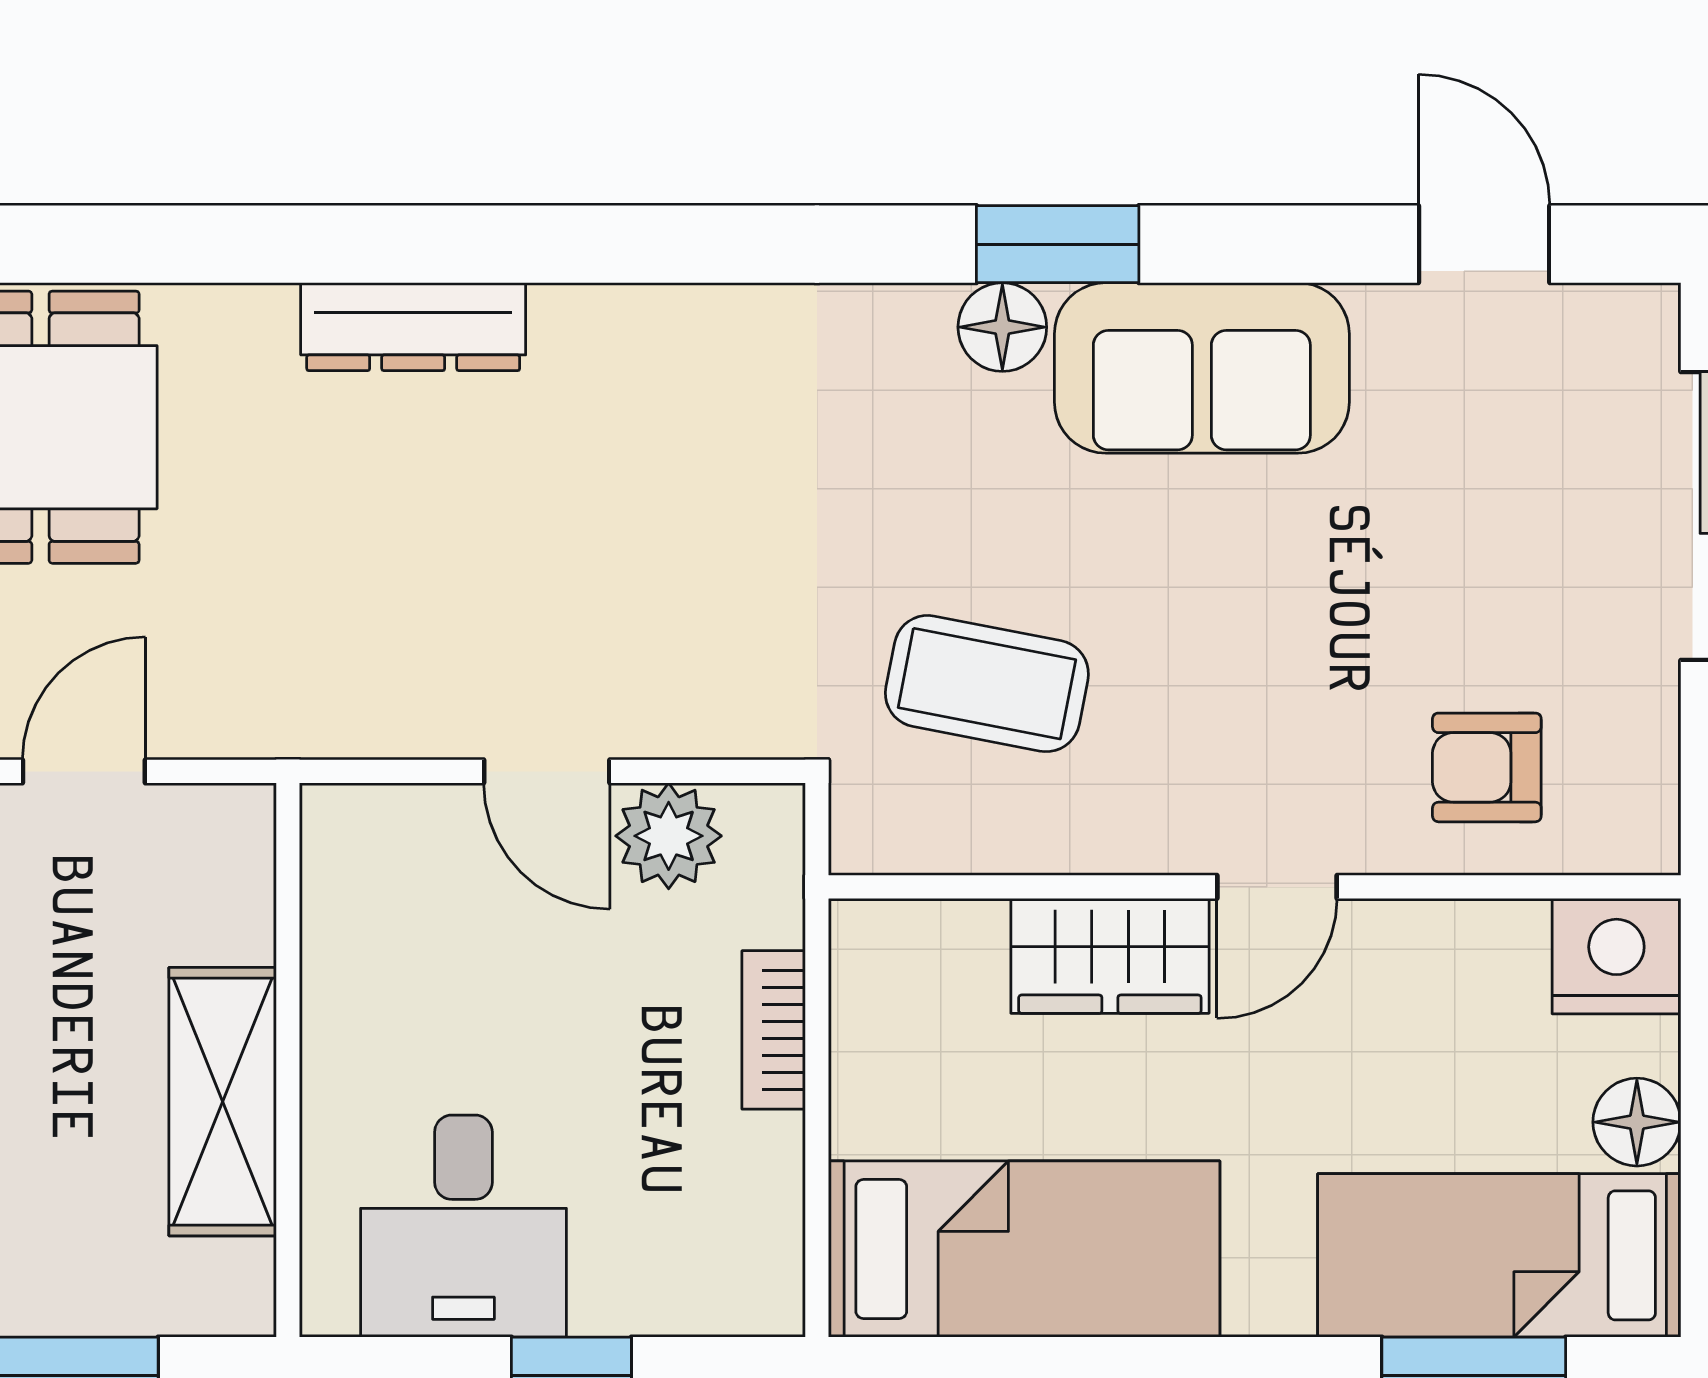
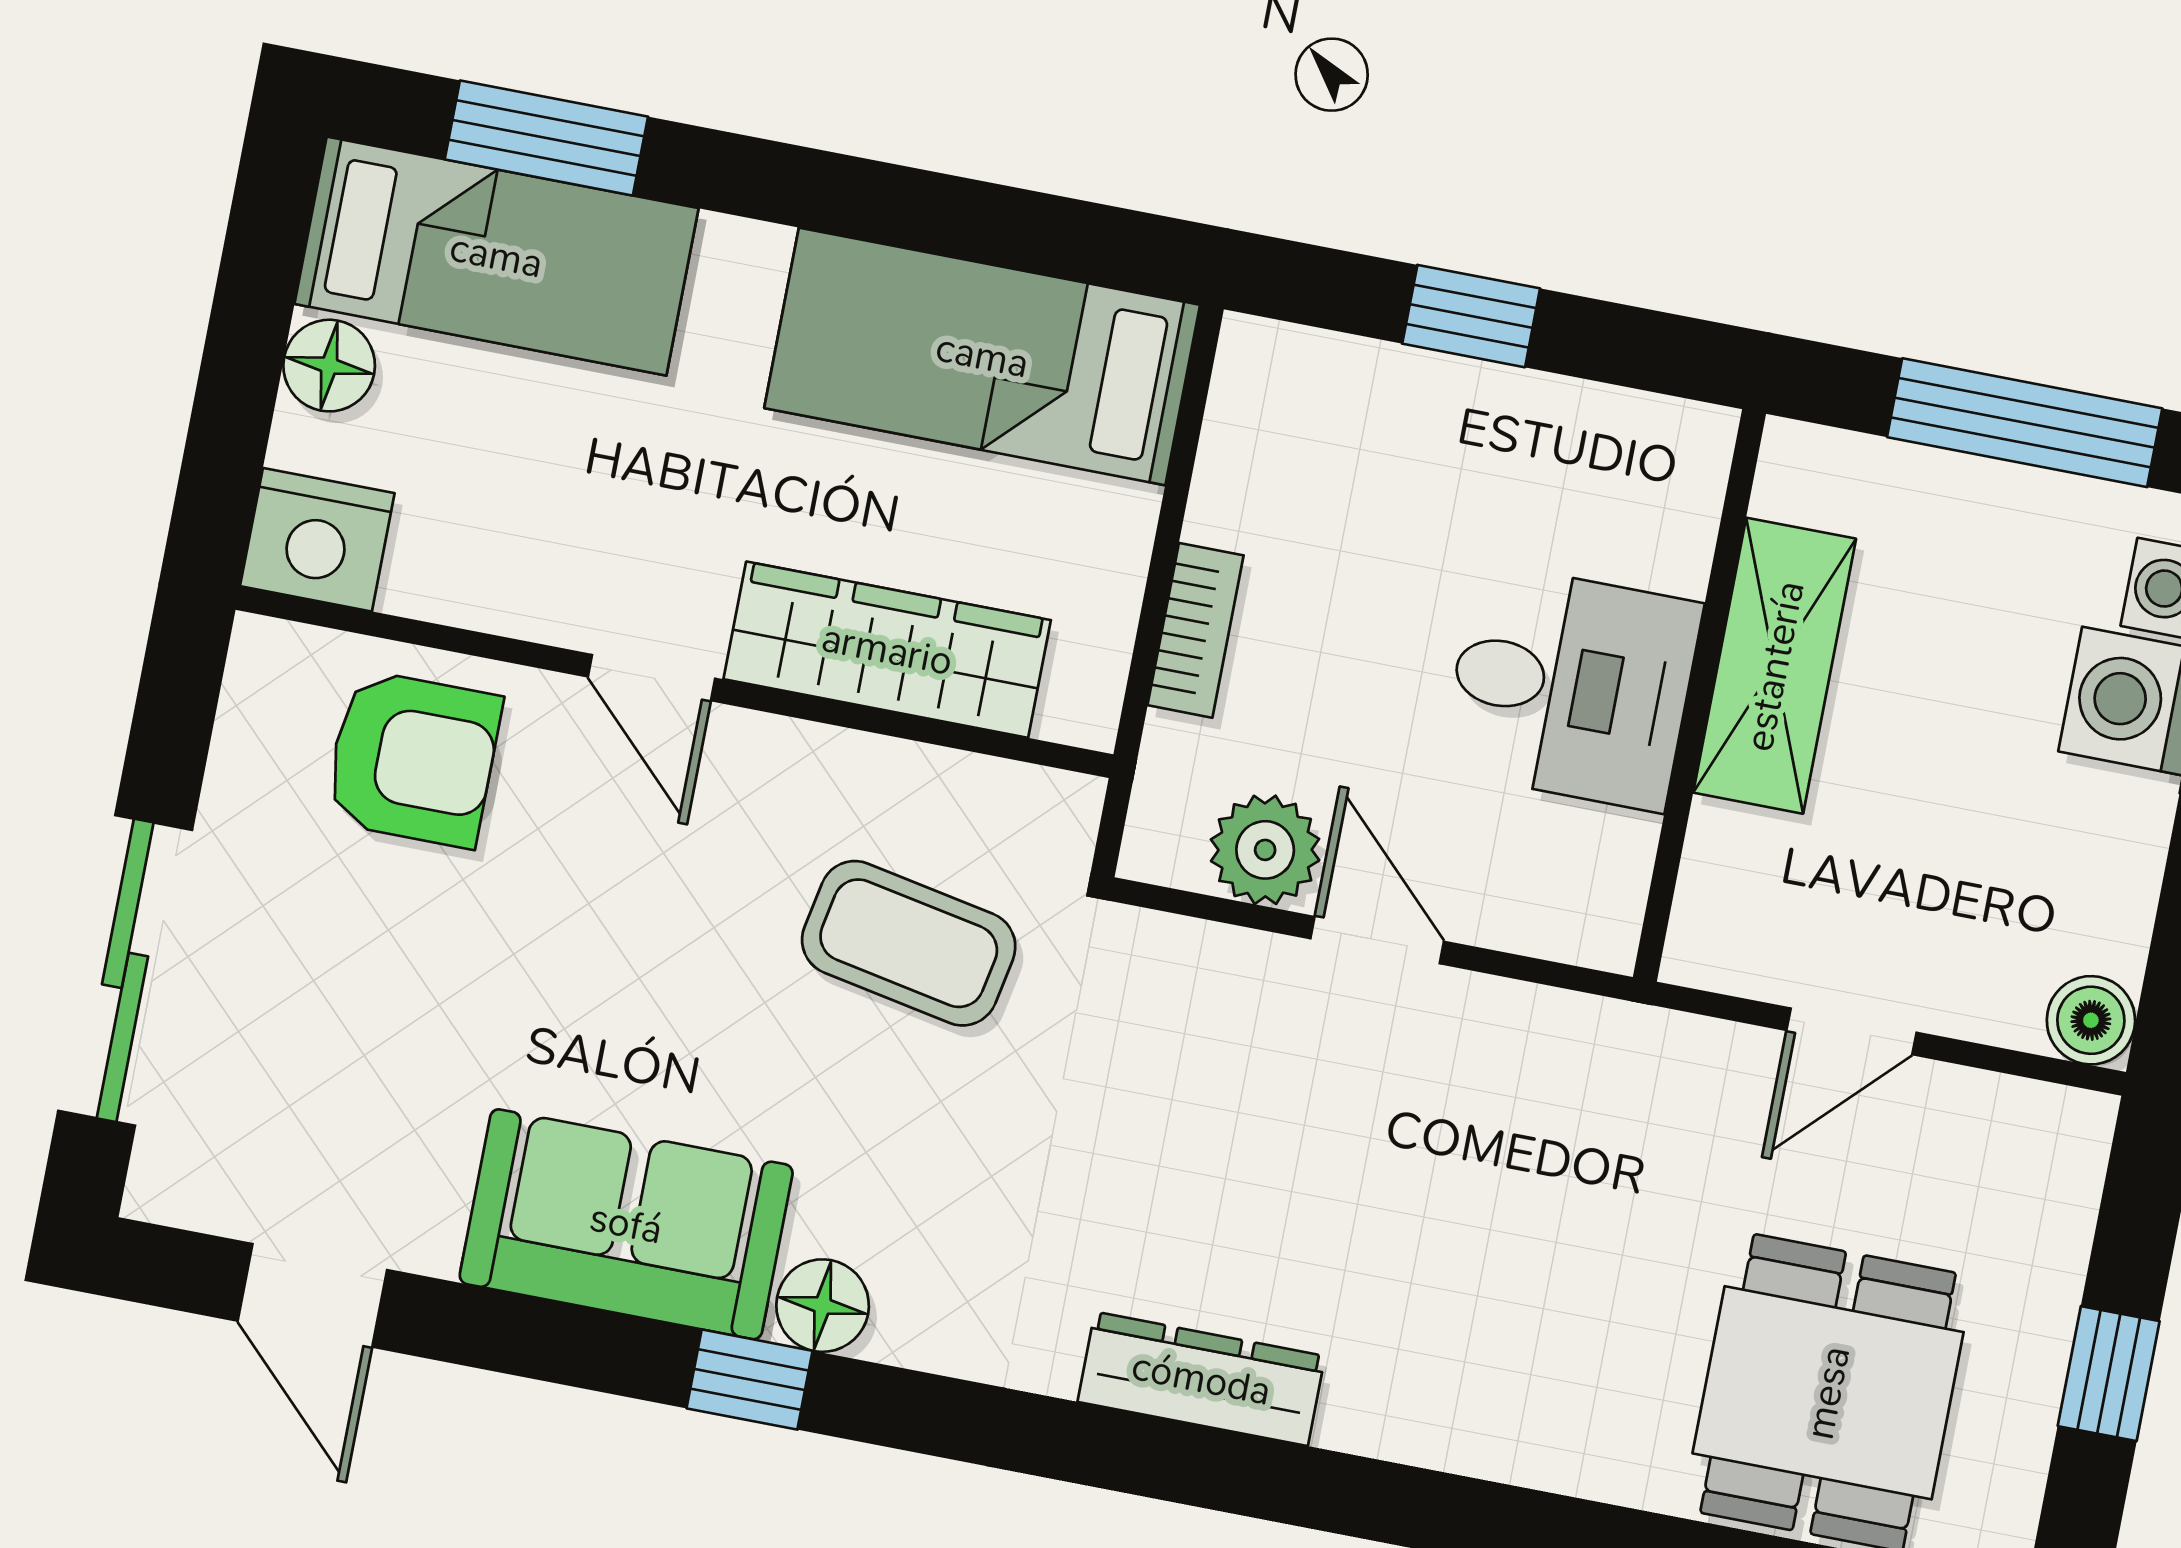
window: (1058, 244) -> (750, 1380), width x0.67
dresser: (413, 327) -> (1201, 1379), moved
armchair: (1487, 767) -> (413, 759), width x1.38, depth x1.38
door: (1277, 887) -> (651, 678), swing flipped
wardrobe: (1110, 956) -> (887, 650), width x1.50
desk: (463, 1226) -> (1571, 687), moved, turned 90

